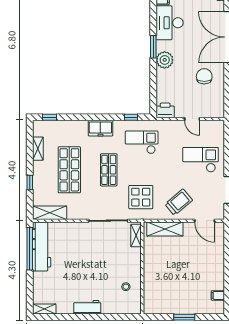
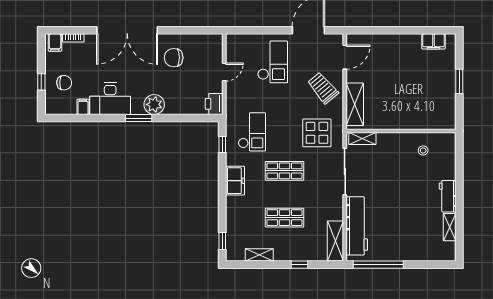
checkout: (142, 142) -> (252, 132), turned 180
checkout: (201, 160) -> (273, 62), turned 180
shop shelf: (69, 170) -> (285, 218), width x0.70, depth x0.74
workbench: (42, 246) -> (357, 226), moved, turned 90
filing cabinet: (218, 295) -> (433, 41), width x2.00
shelving: (44, 309) -> (450, 227), moved

